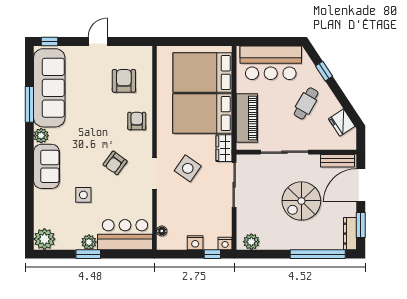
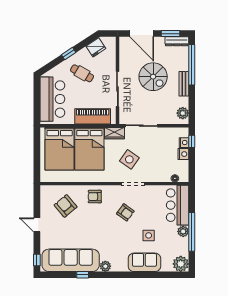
window: (324, 71) -> (69, 54), moved
armchair: (124, 81) -> (66, 206), turned 50
window: (29, 104) -> (83, 275), width x0.46
bench: (337, 161) -> (184, 84), moved
sofa: (47, 166) -> (144, 262), moved
nightstand: (225, 243) -> (184, 143), moved
window: (88, 254) -> (192, 232), width x2.11

